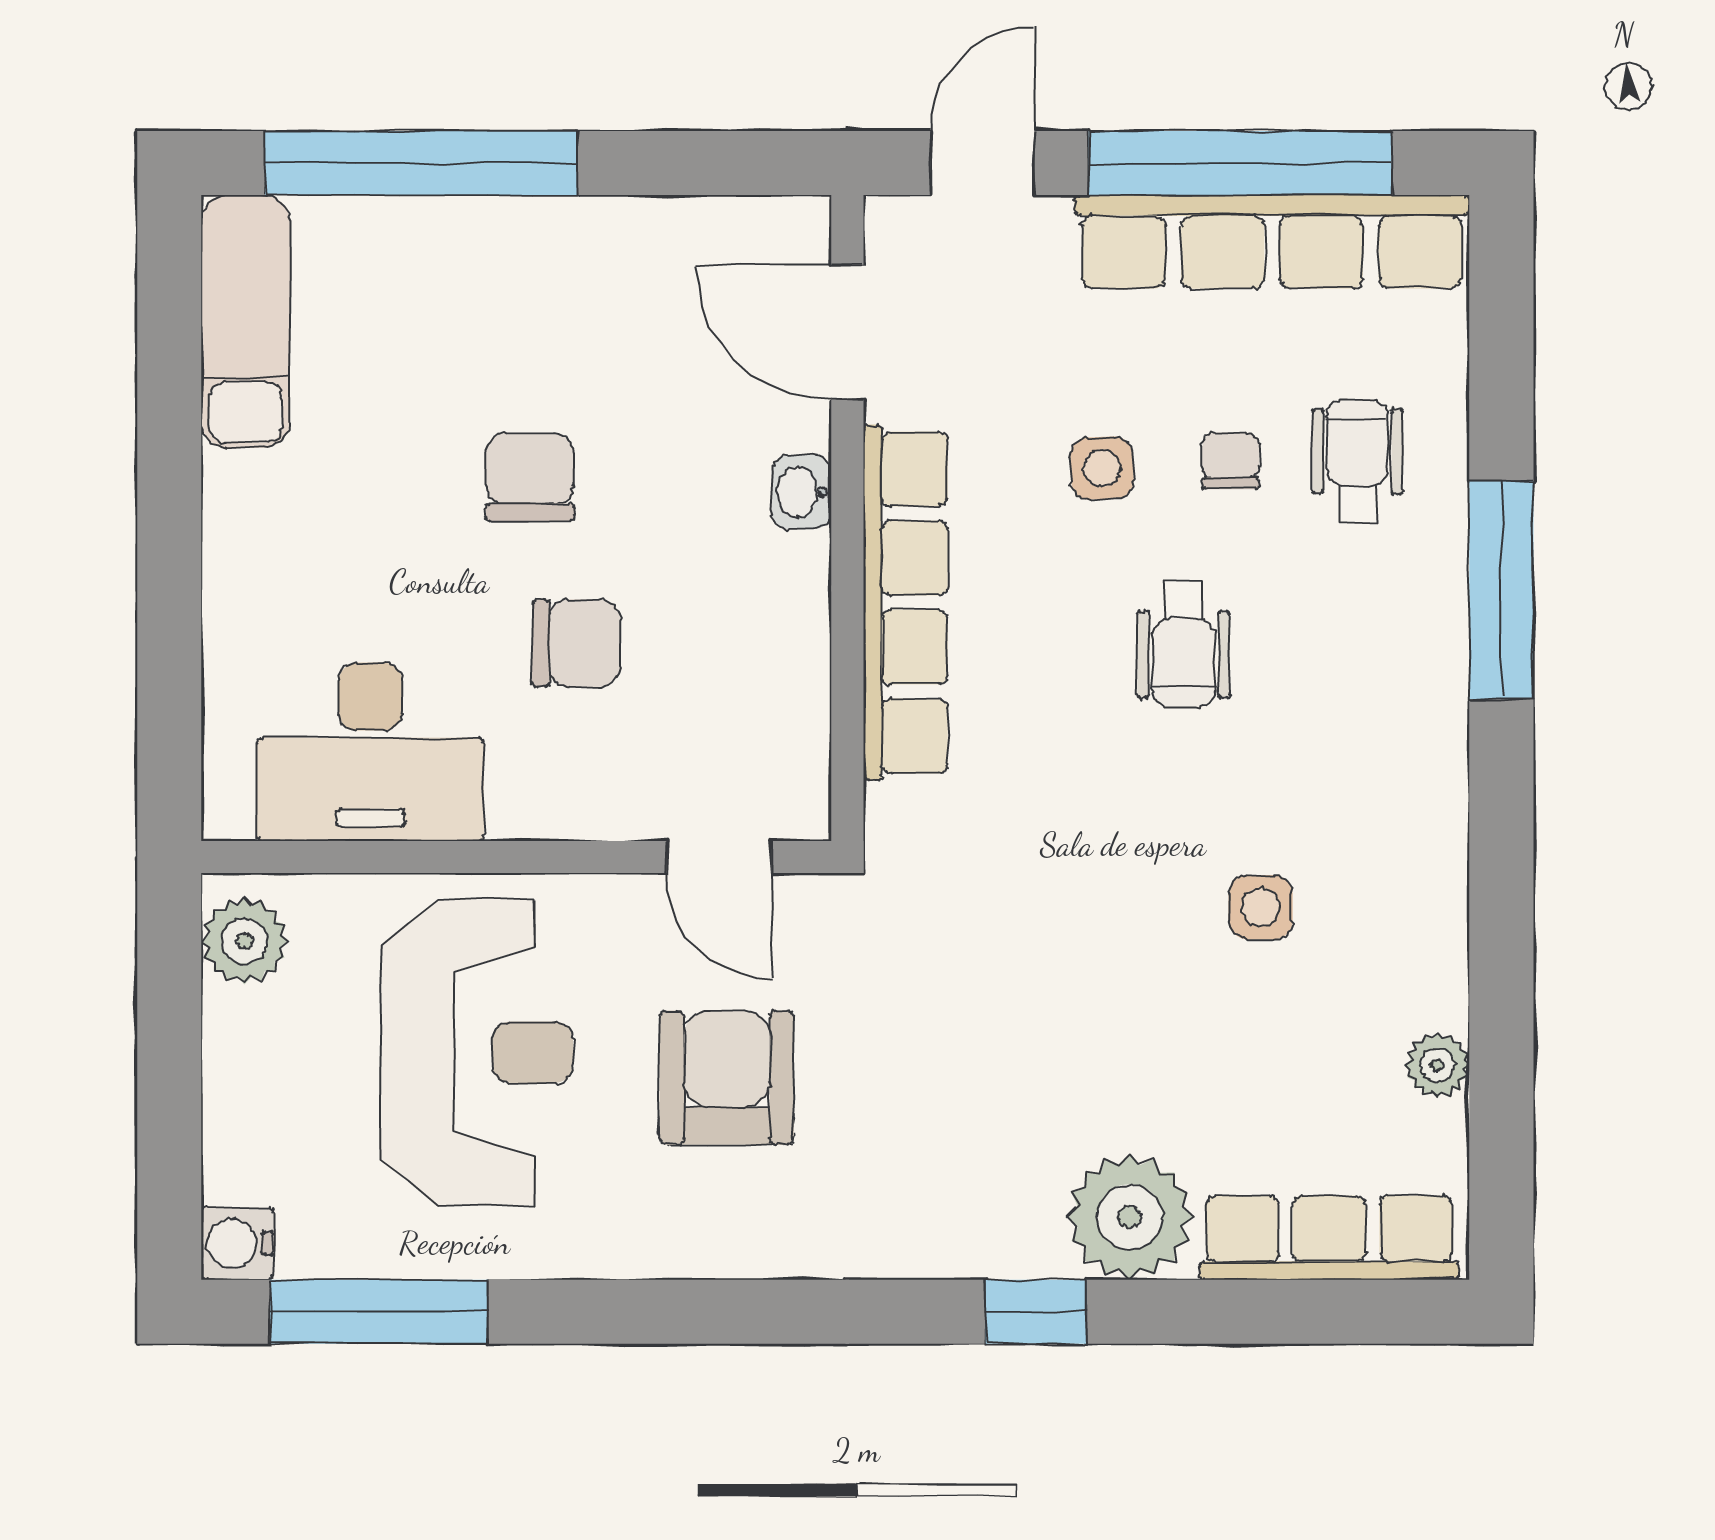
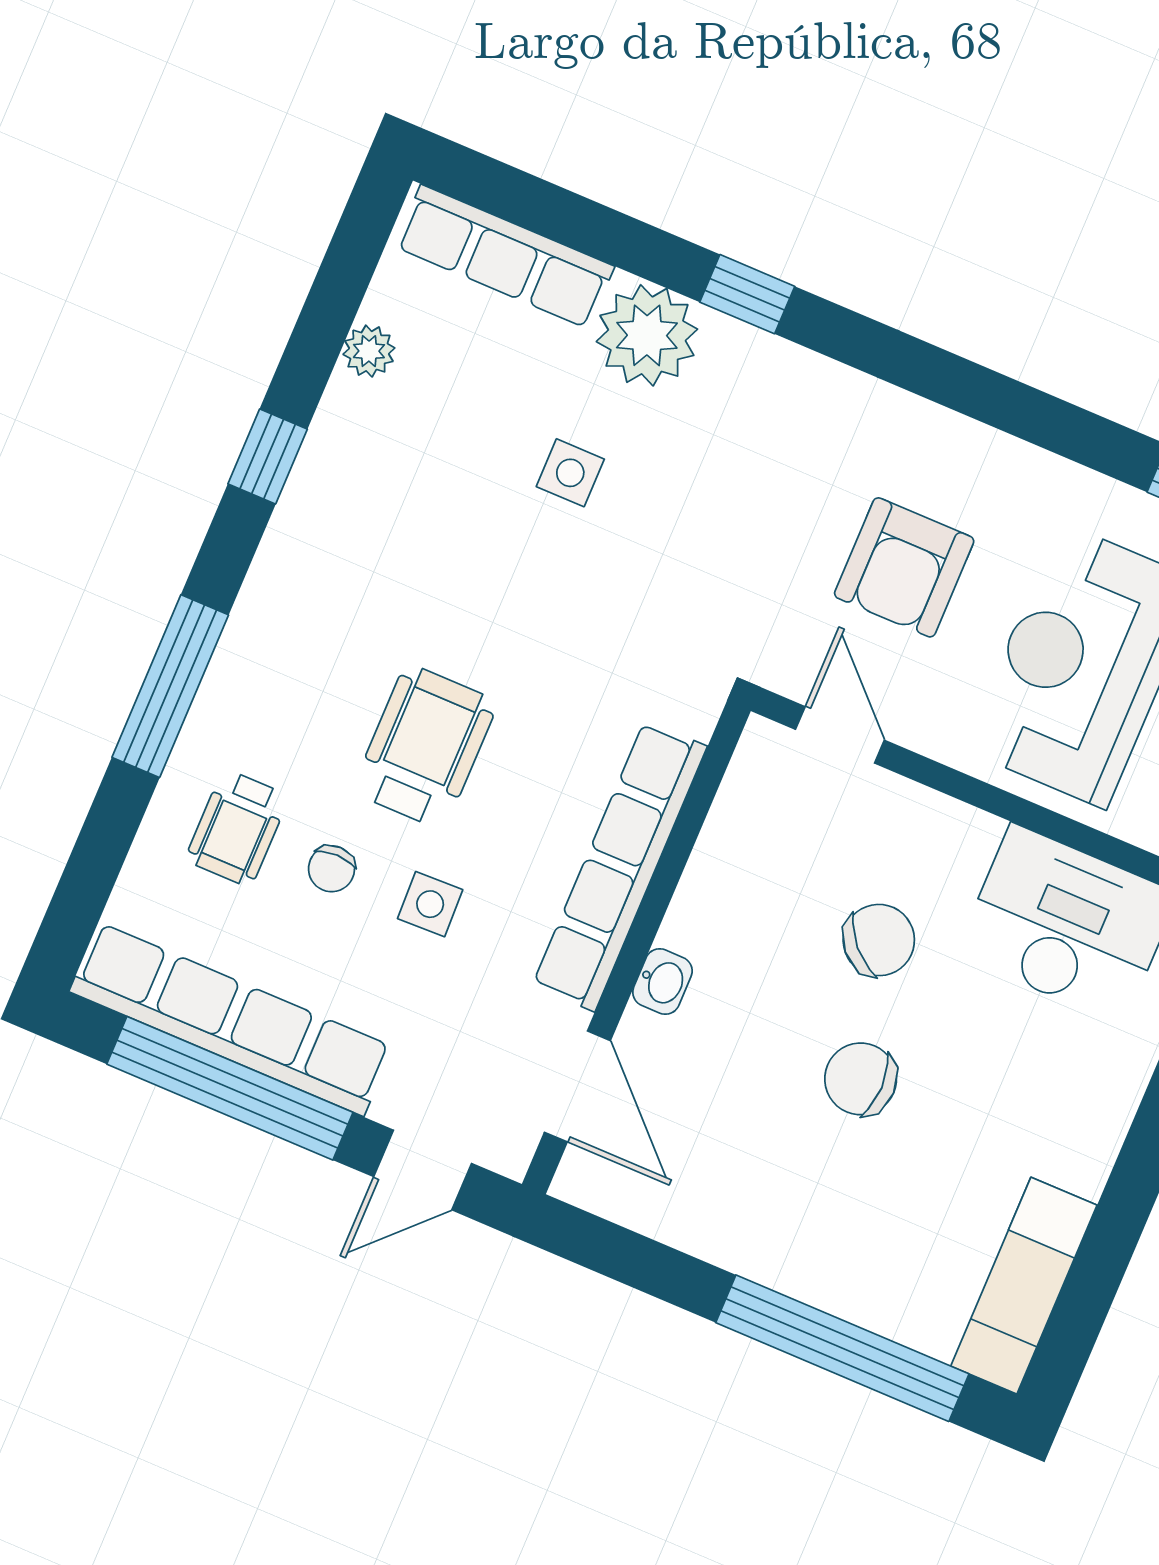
chair: (530, 477) -> (861, 1079), turned 90
chair: (576, 643) -> (879, 940), turned 137
wheelchair: (1184, 644) -> (425, 747), width x1.36, depth x1.37
window: (1501, 897) -> (268, 456), added
side table: (1261, 907) -> (570, 473), moved

